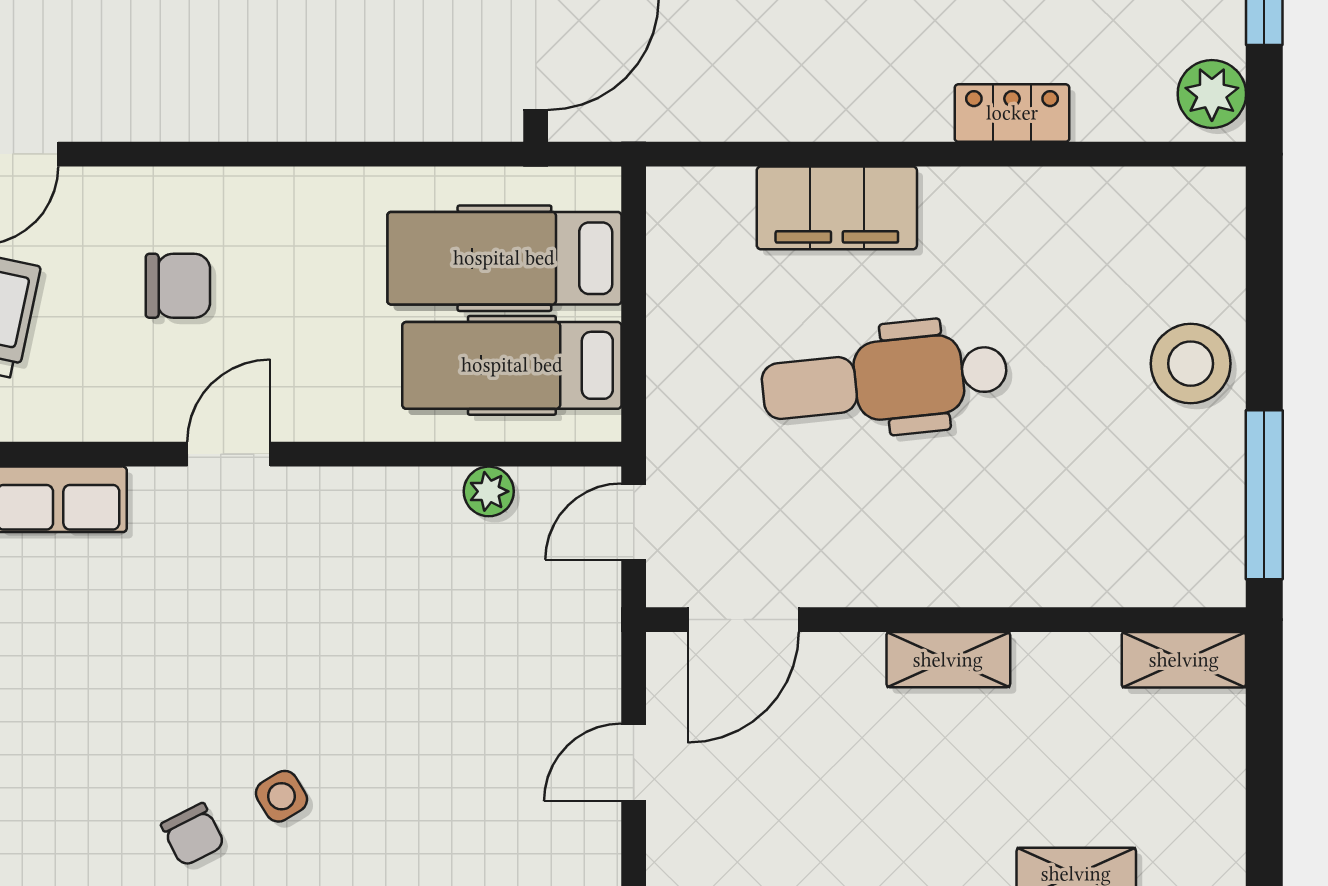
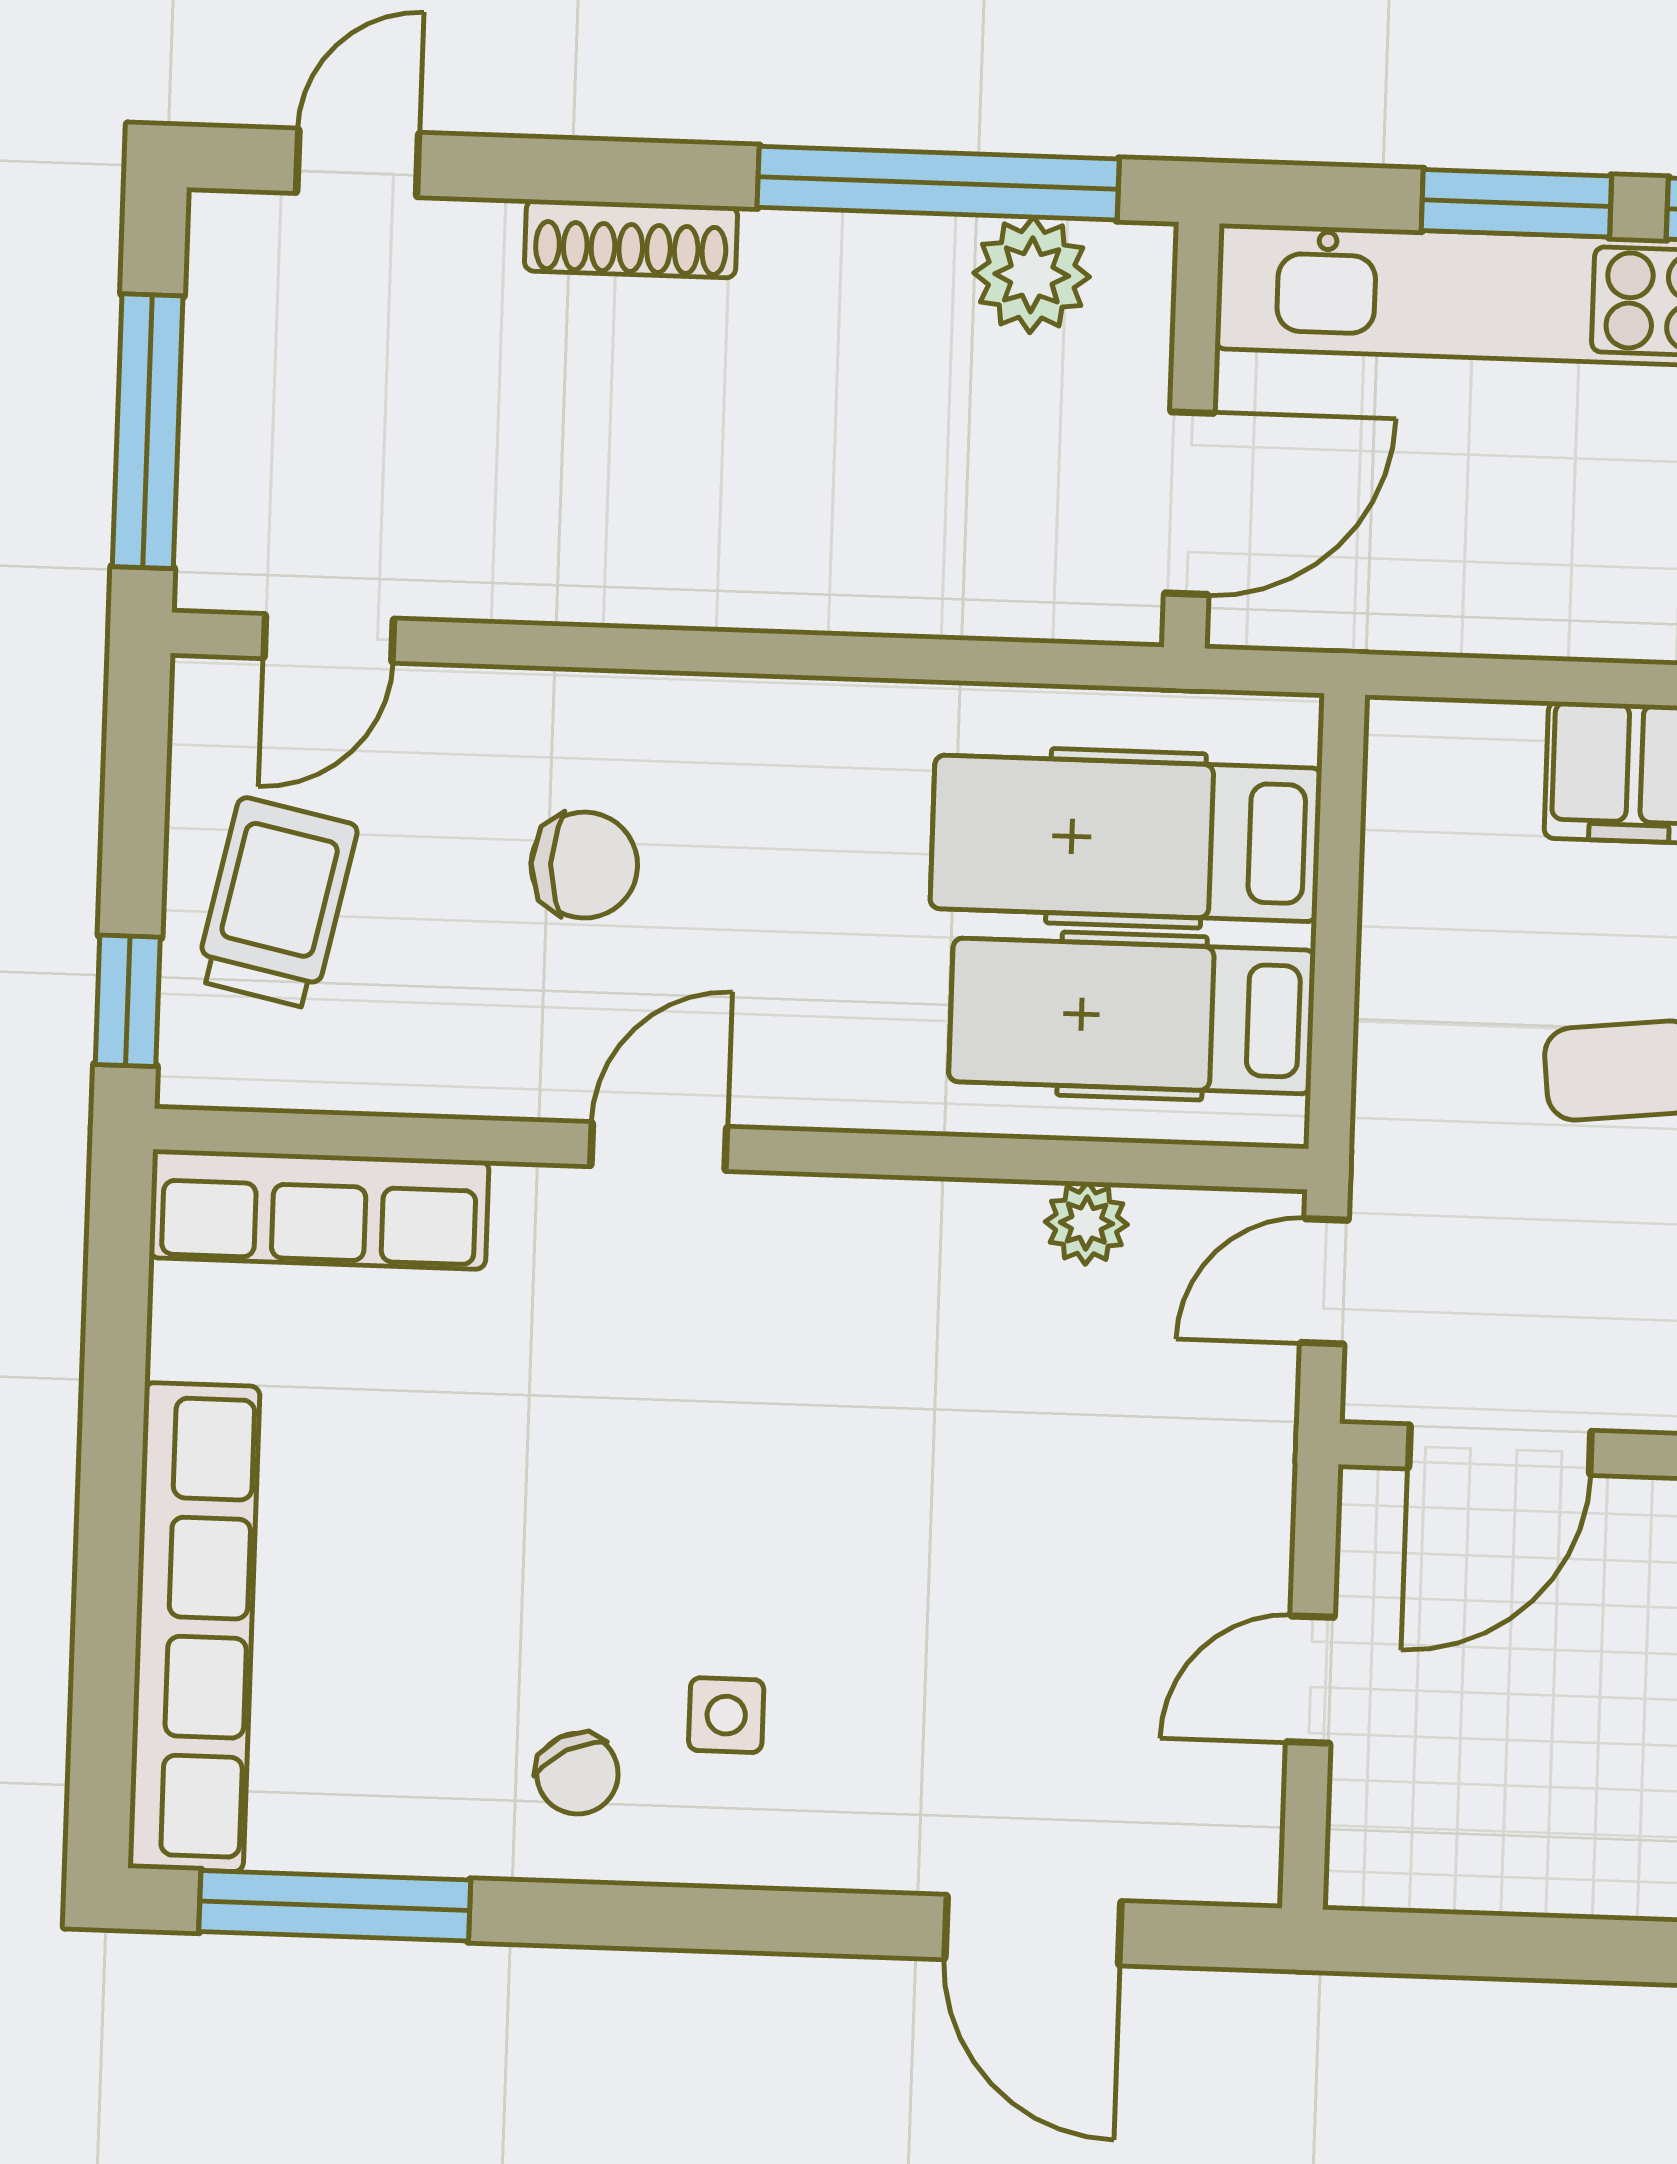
side table: (281, 796) -> (726, 1715), turned 31

